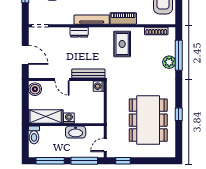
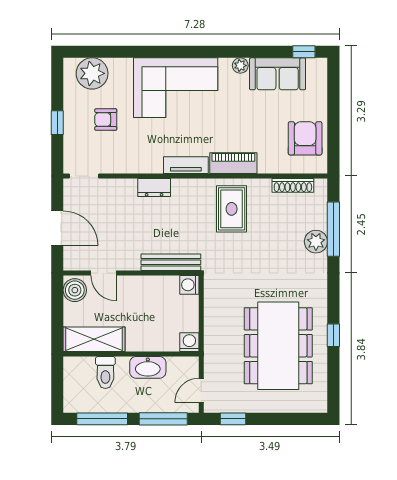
tv unit: (92, 20) -> (186, 165), width x0.71
door: (62, 80) -> (104, 273), moved
washing machine: (69, 118) -> (189, 342), moved
toilet: (34, 135) -> (105, 372), moved

